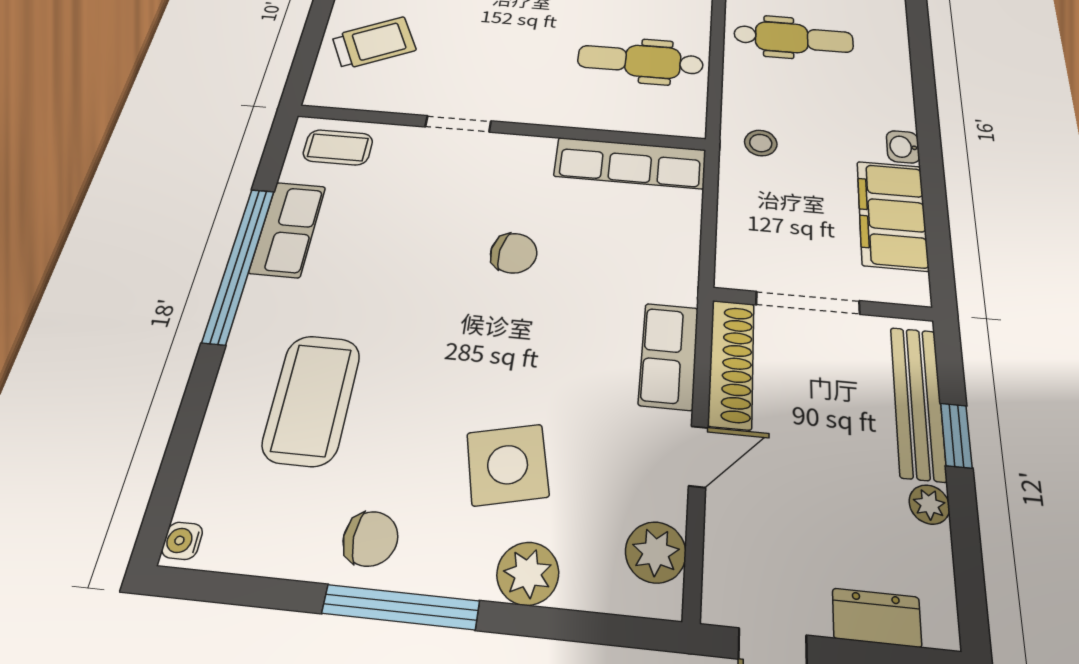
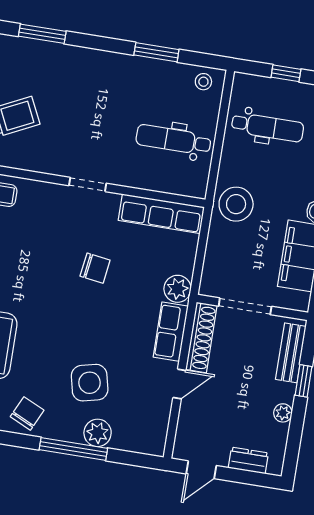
doorway: (458, 124) -> (88, 184), moved
stool: (761, 143) -> (236, 204), width x1.89, depth x1.89
bench: (918, 402) -> (291, 353), width x0.73
chair: (370, 539) -> (27, 413), turned -65
plant: (656, 552) -> (177, 289), moved
window: (401, 607) -> (73, 449), moved

